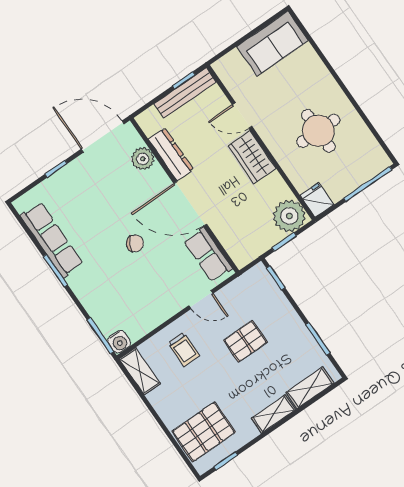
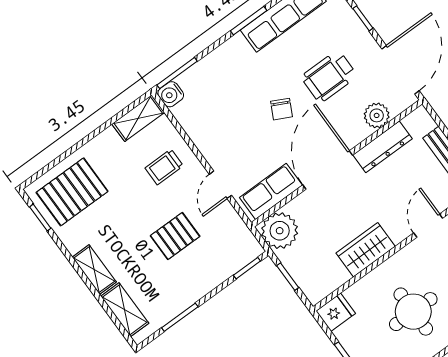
wardrobe: (252, 157) -> (366, 250), moved
wheelchair: (107, 200) -> (329, 76), added
plant: (289, 216) -> (280, 231), moved
pallet: (245, 341) -> (175, 236), turned 90
pallet: (204, 432) -> (72, 192), turned 90

